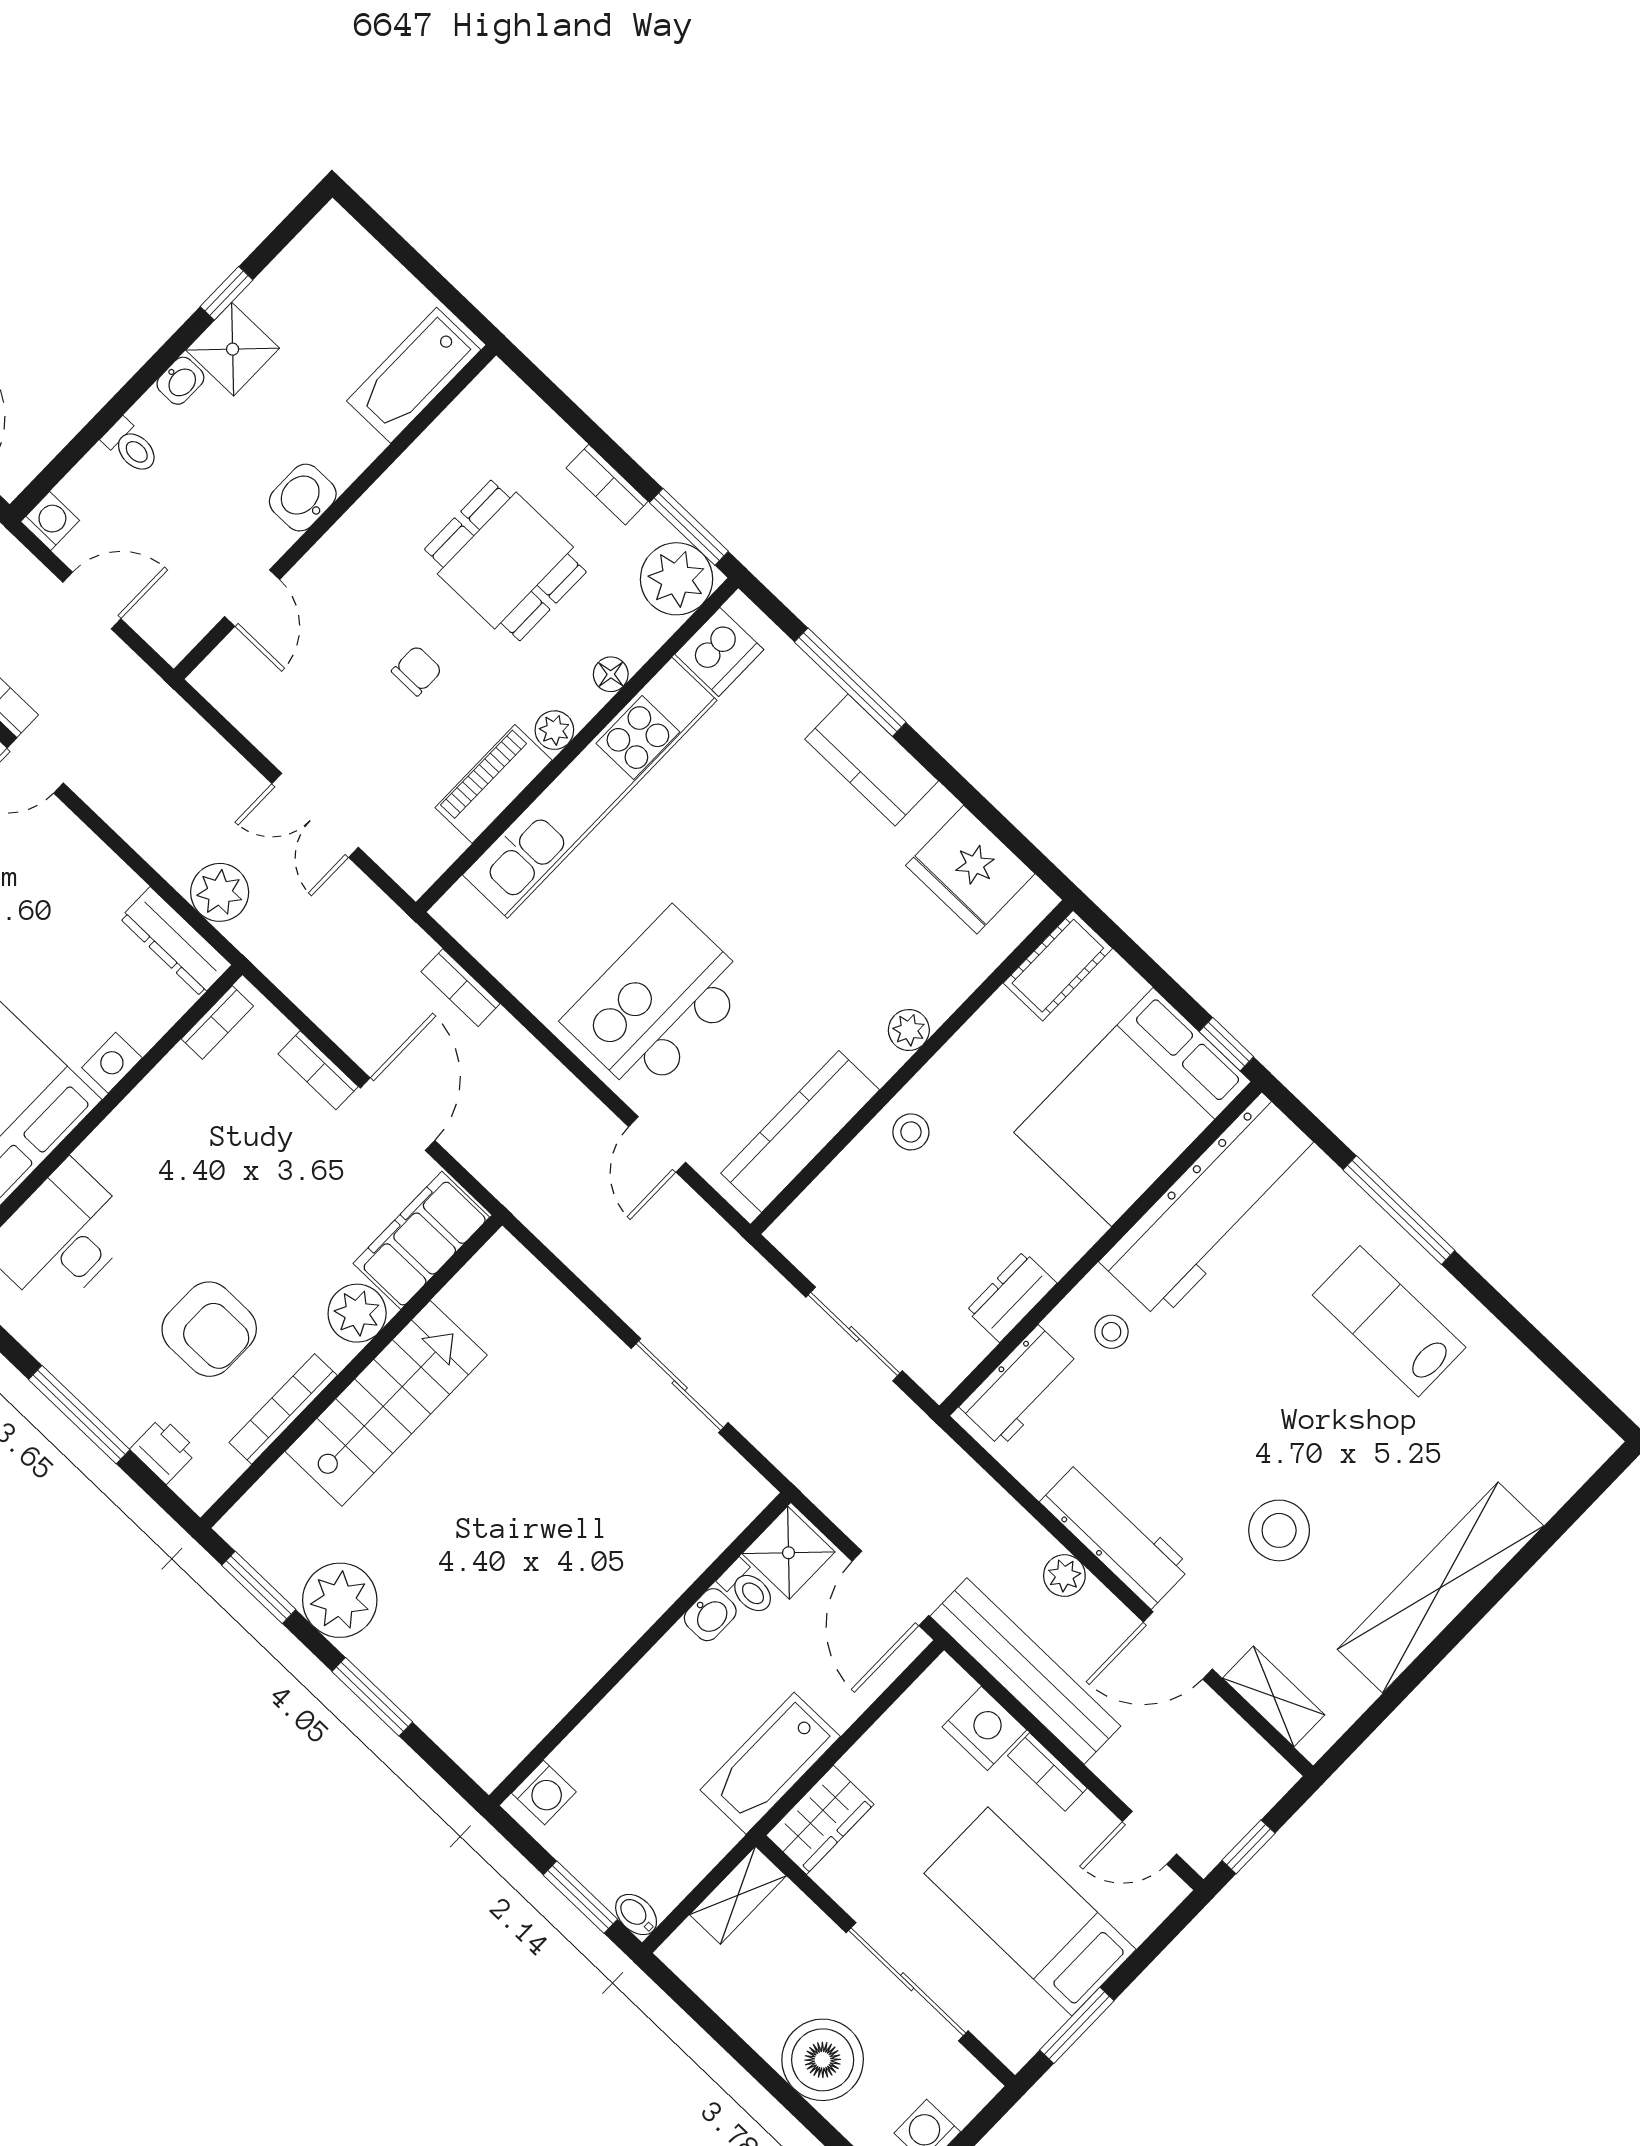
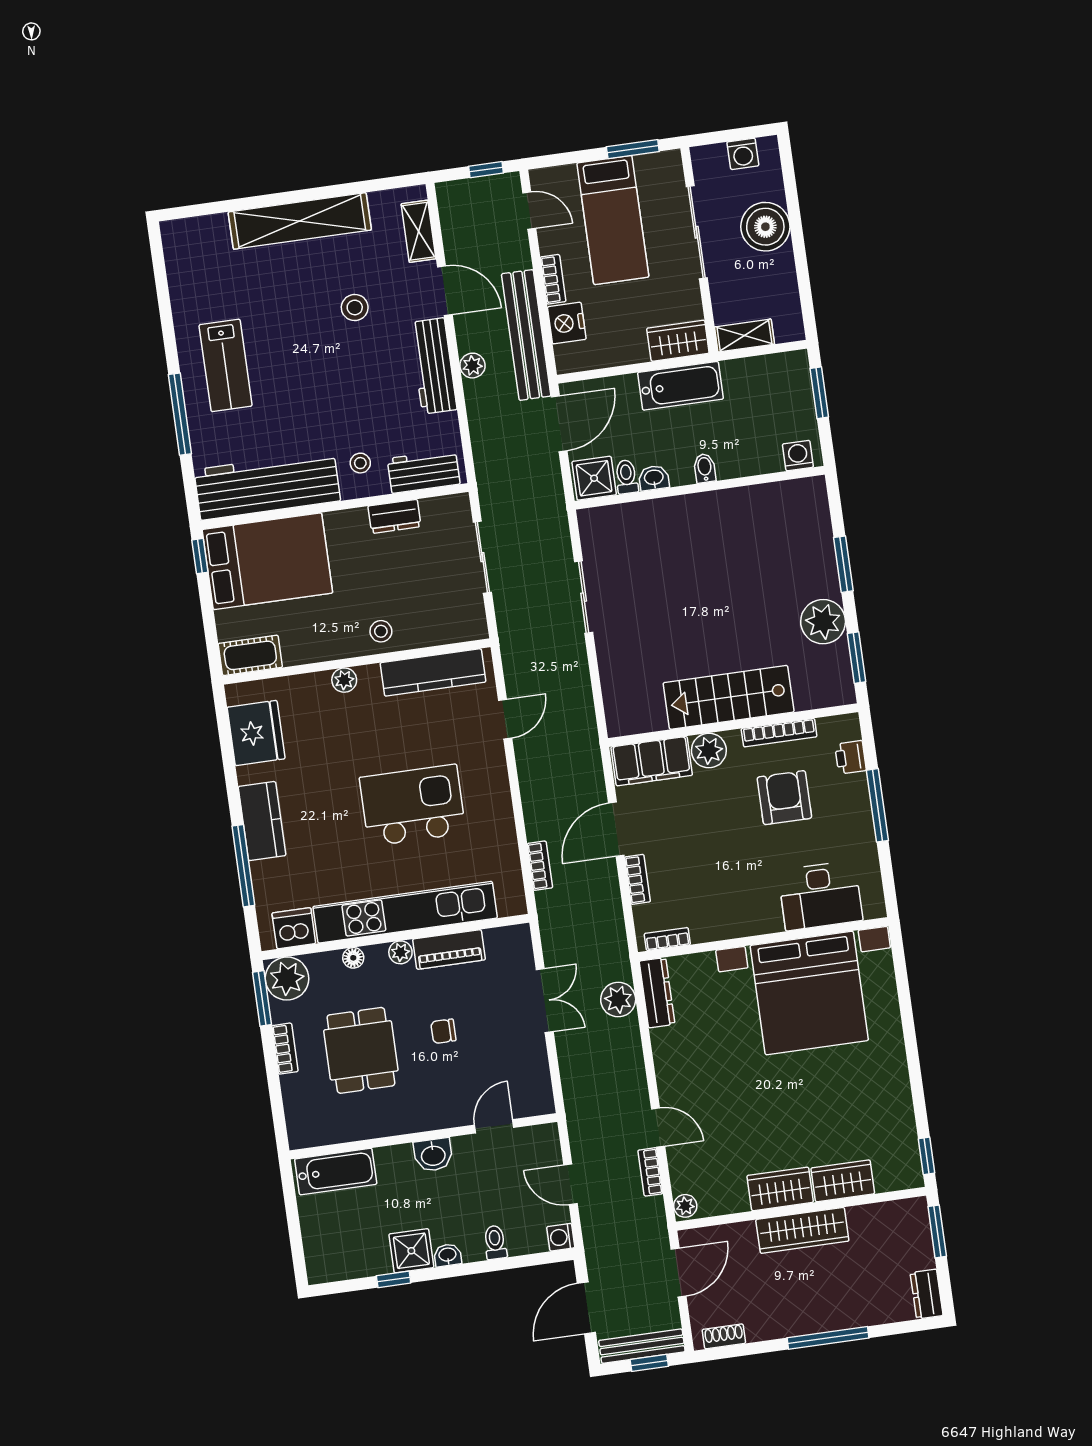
kitchen island: (658, 1003) -> (413, 805), moved, turned 180
stool: (1279, 1530) -> (355, 307), width x0.73, depth x0.73
bidet: (636, 1915) -> (705, 468), moved, turned 180

